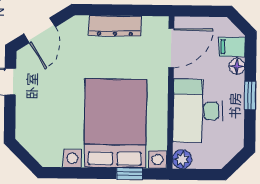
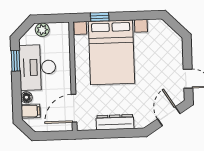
window: (250, 95) -> (15, 61), moved
desk: (198, 111) -> (38, 67), moved, turned 180
plant: (182, 159) -> (42, 30), moved

